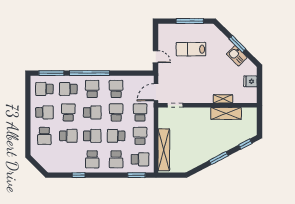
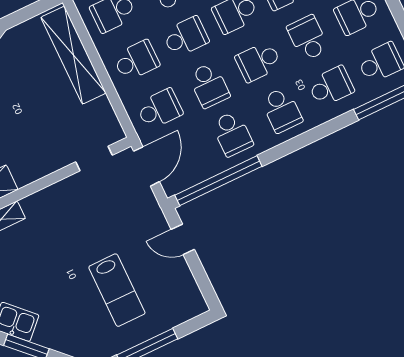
lab bench: (191, 49) -> (117, 290), turned 90
window: (89, 73) -> (218, 181), moved
school desk: (68, 112) -> (308, 38), turned 180
school desk: (140, 112) -> (160, 109), turned -90
school desk: (140, 136) -> (136, 61), turned -90

